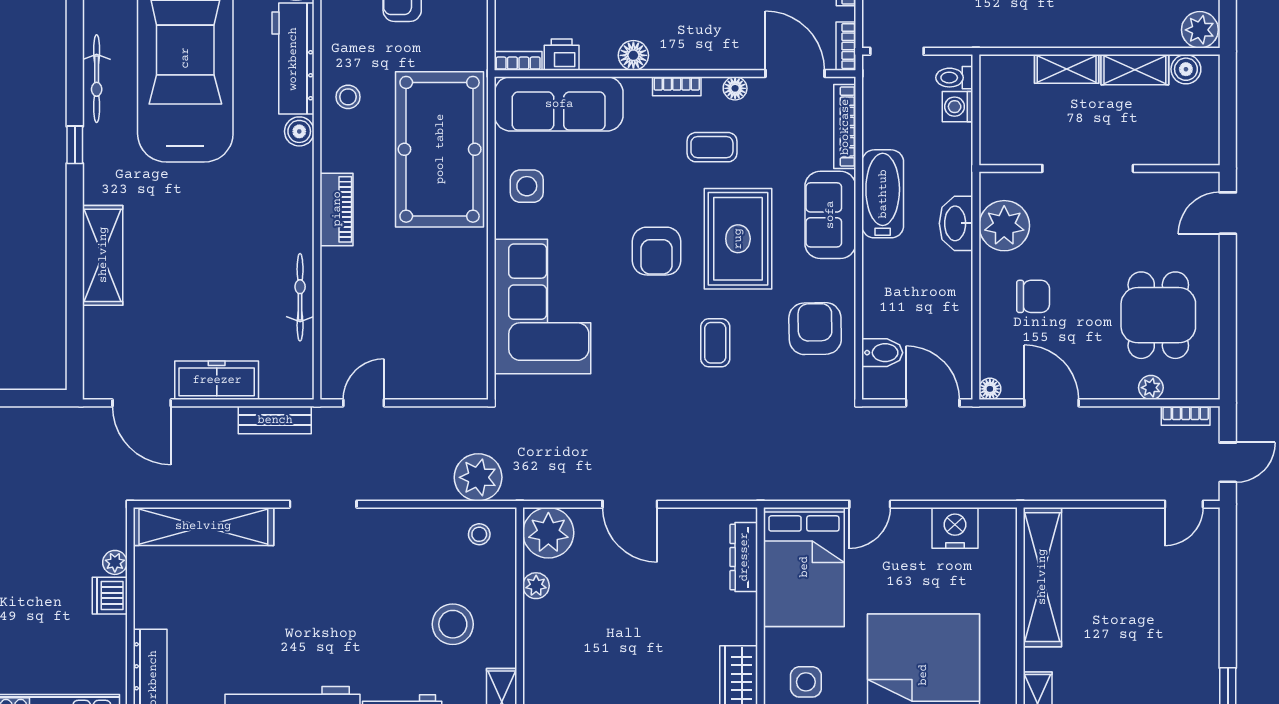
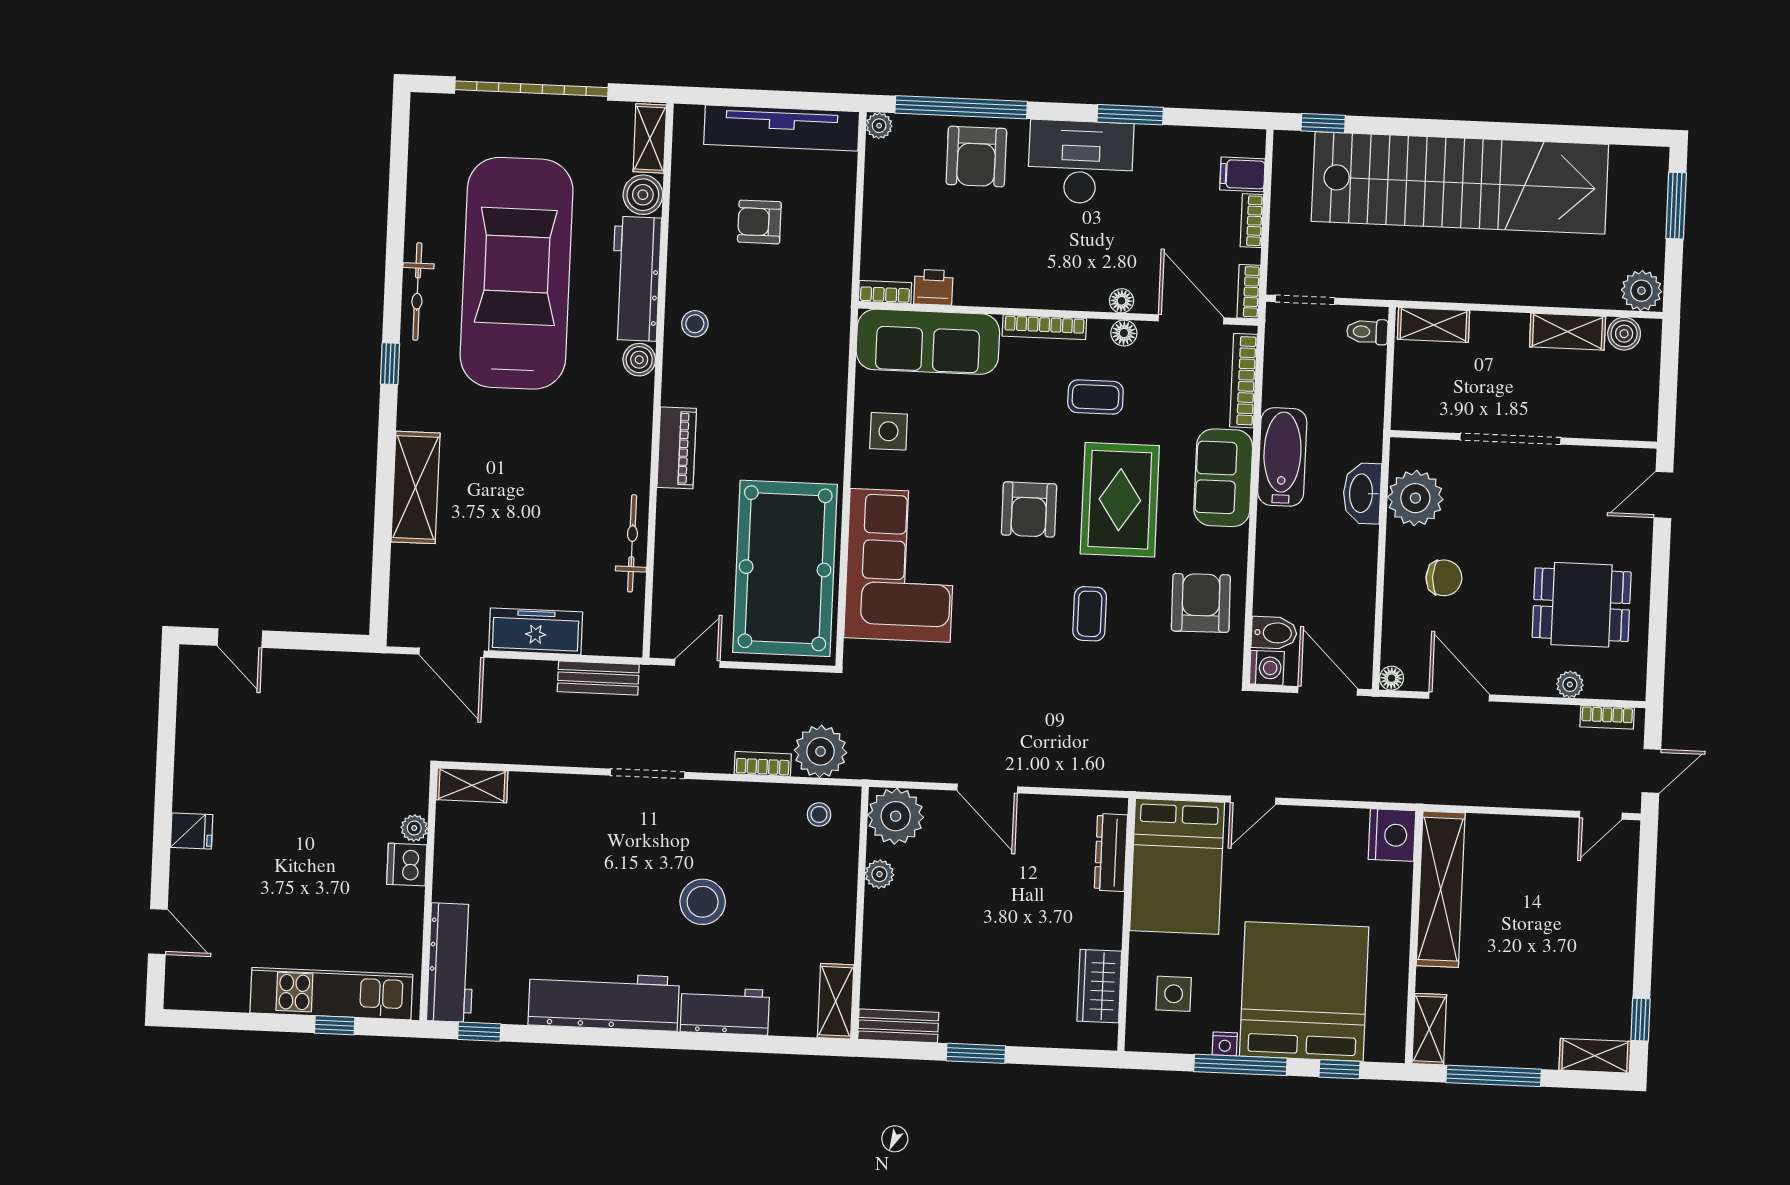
floor lamp: (633, 55) -> (1122, 301), moved, width x0.73, depth x0.73
shelving: (1067, 69) -> (1434, 325), moved
bookcase: (677, 86) -> (1044, 327), width x1.56
washing machine: (958, 107) -> (1267, 668), moved, turned 180
pool table: (440, 149) -> (785, 568), moved
dining table: (1158, 315) -> (1582, 605), turned 90
bookcase: (427, 491) -> (763, 764), added
shelving: (203, 526) -> (472, 785), width x0.45, depth x0.75
nightstand: (955, 528) -> (1392, 835), moved, turned 90
stool: (453, 624) -> (703, 902), moved

